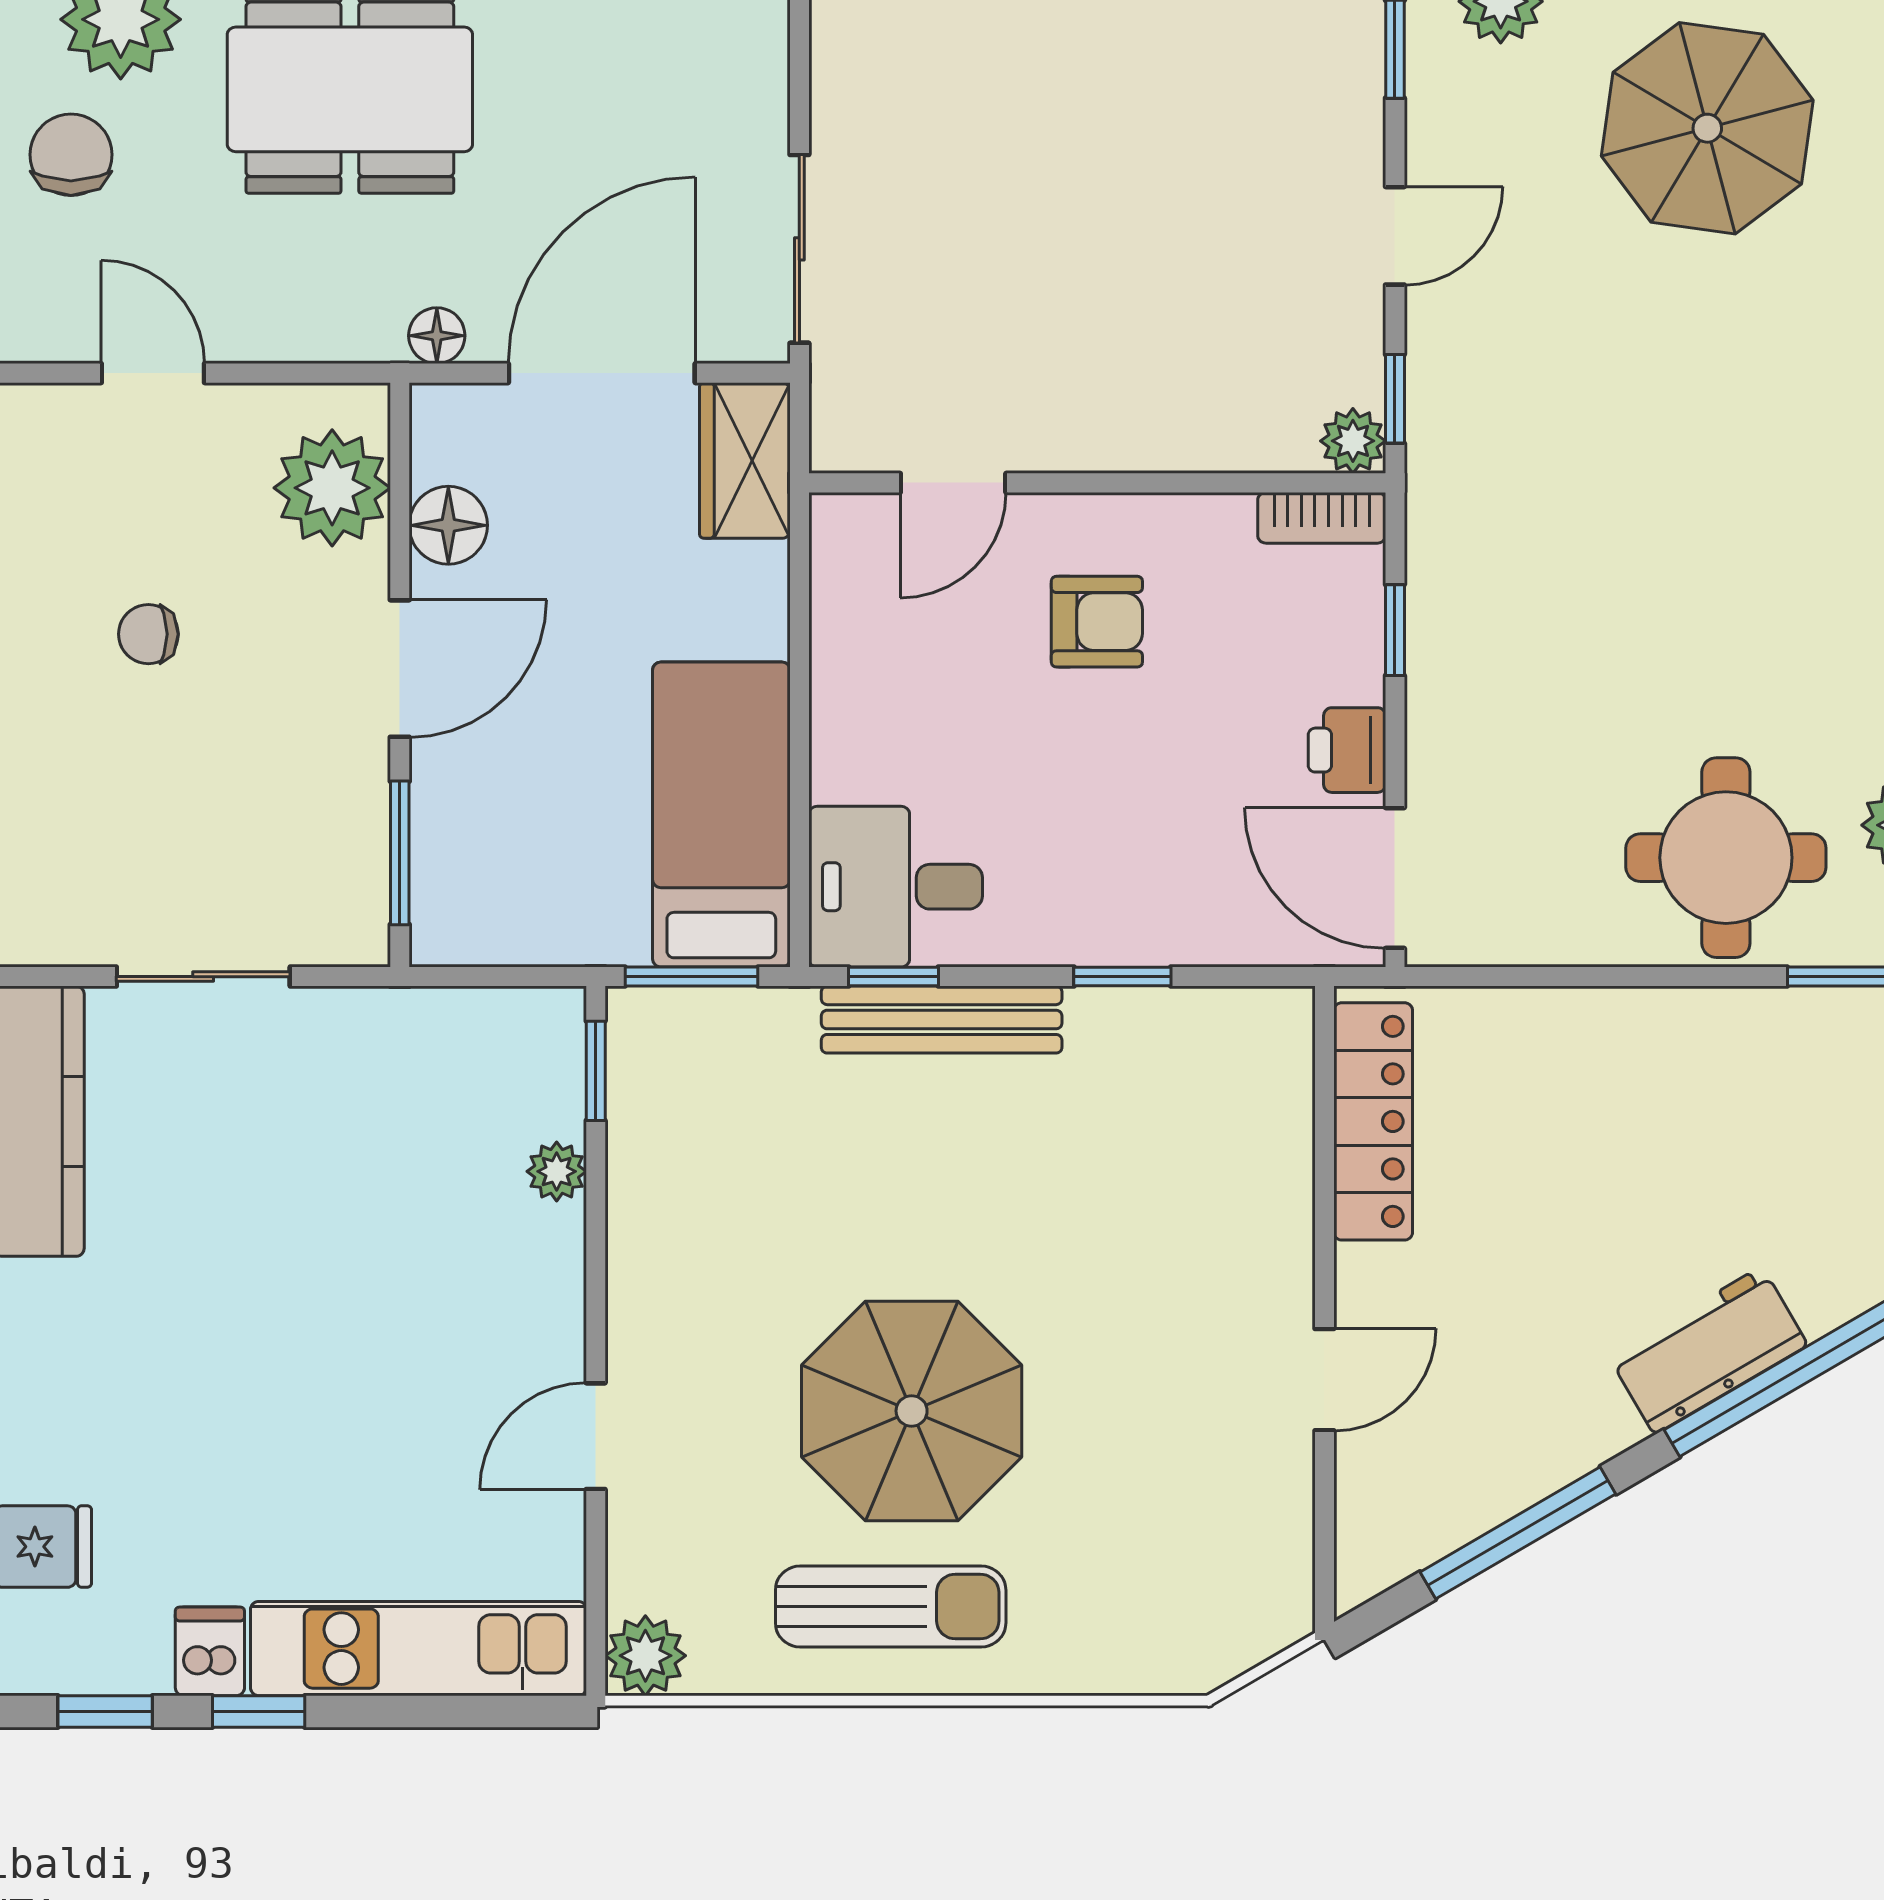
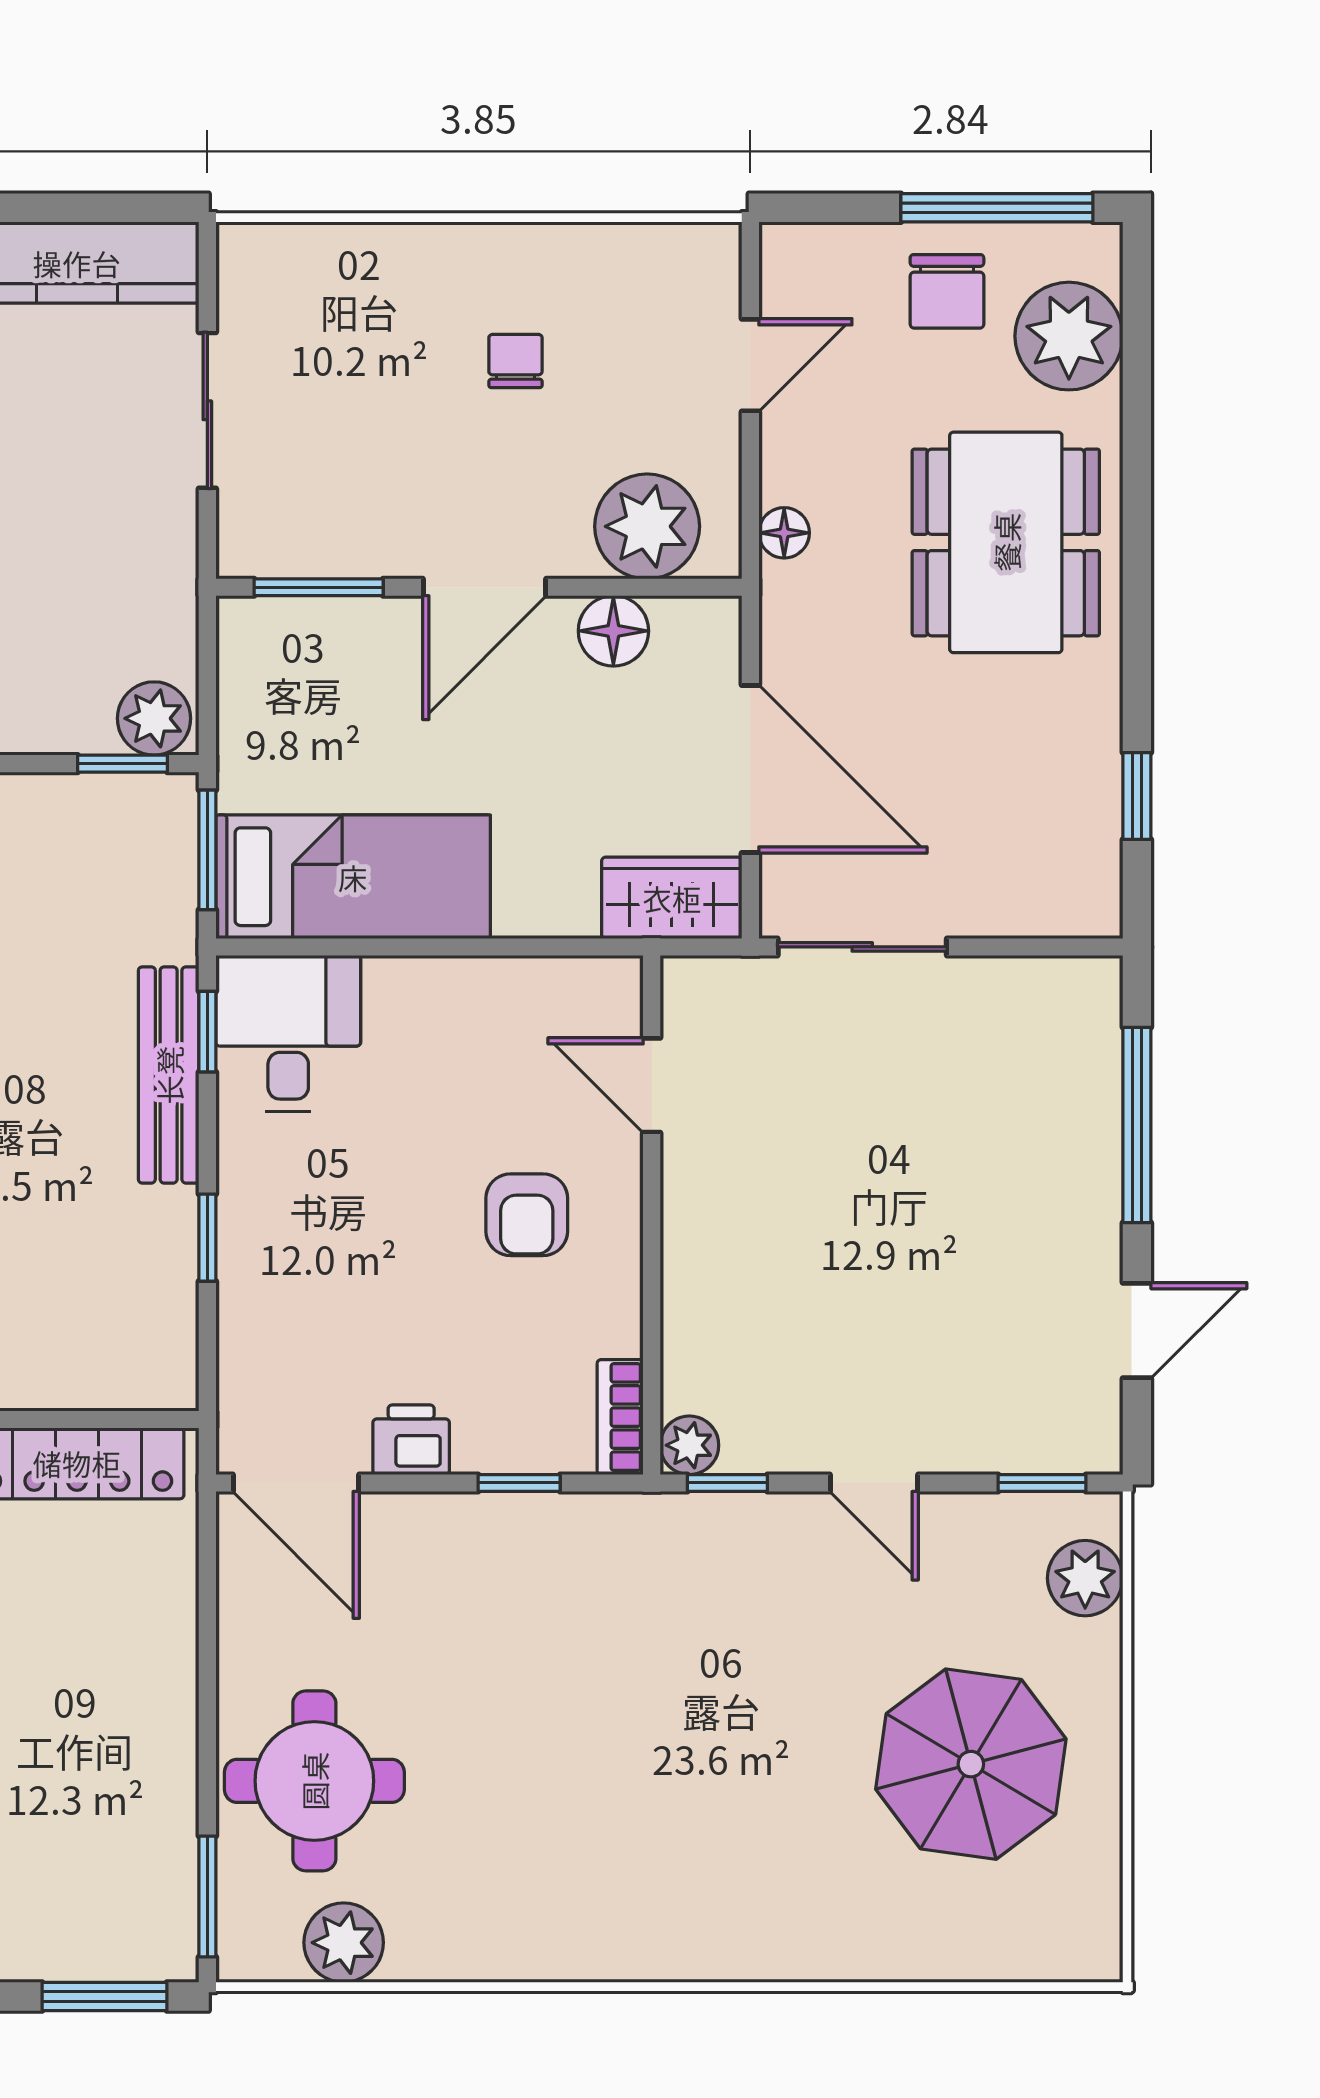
chair: (71, 155) -> (947, 291), turned 90
floor lamp: (437, 336) -> (784, 533), moved
door: (400, 669) -> (484, 587), hinge flipped
door: (1395, 878) -> (296, 1483), swing flipped
plant: (557, 1171) -> (154, 718), moved, width x1.38, depth x1.38

